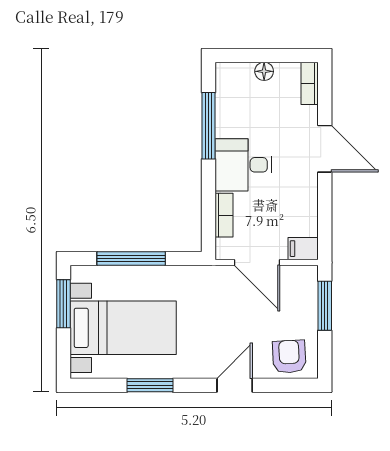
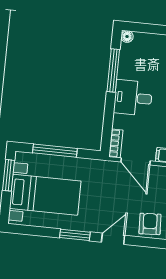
floor lamp: (264, 71) -> (127, 37), moved
bookcase: (224, 215) -> (116, 143), moved
window: (150, 385) -> (75, 235), moved

